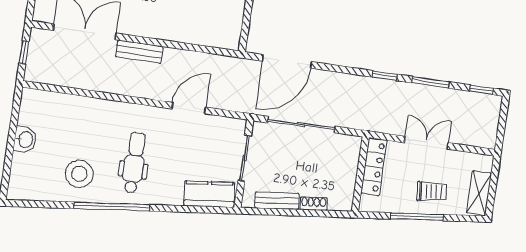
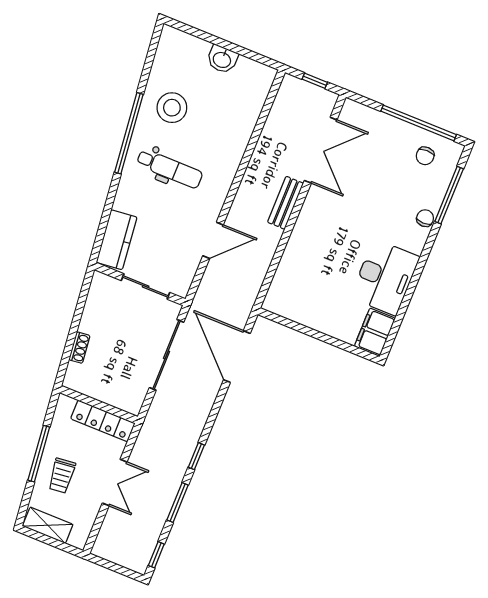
door: (189, 108) -> (213, 240), hinge flipped
bench: (277, 201) -> (92, 310), removed

